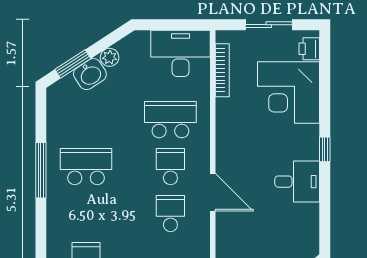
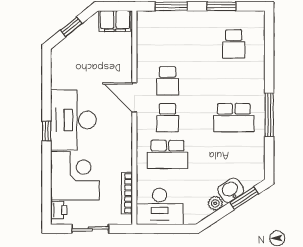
desk: (297, 182) -> (73, 120), width x1.87, depth x1.30

